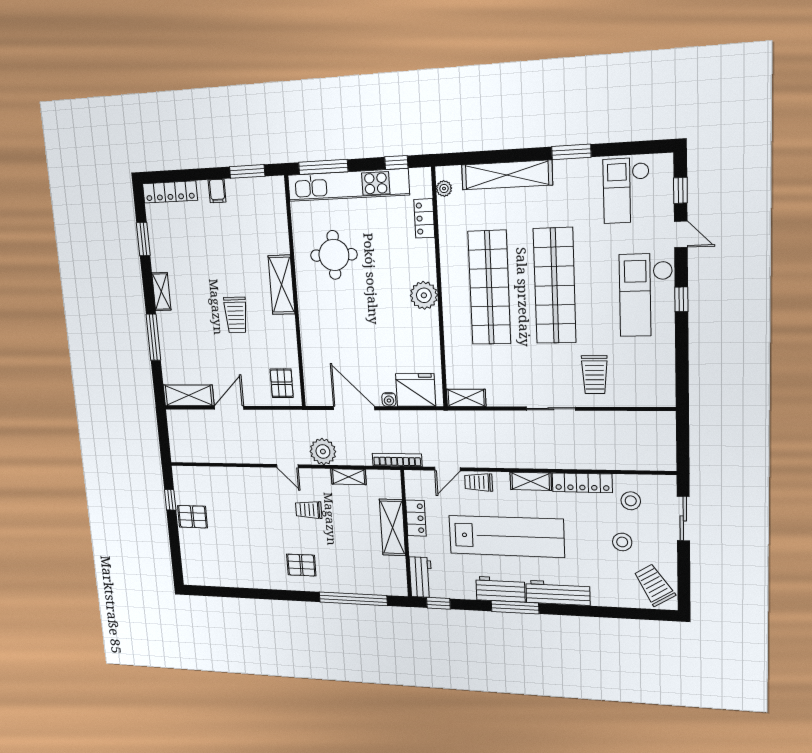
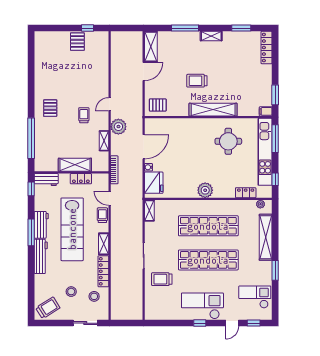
filing cabinet: (217, 191) -> (266, 111), moved
shelving: (282, 285) -> (213, 110), width x1.47
door: (229, 408) -> (144, 71), hinge flipped

